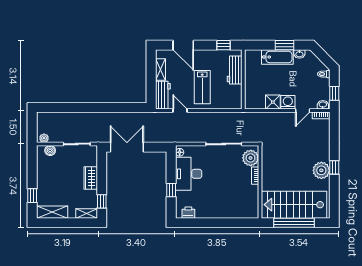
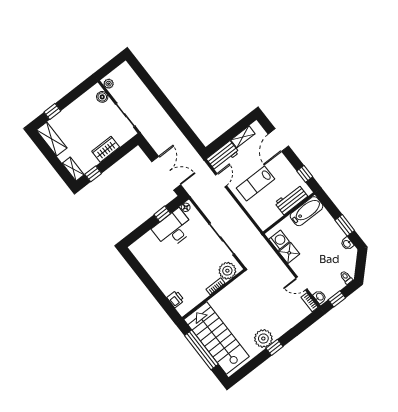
bathtub: (277, 57) -> (306, 211), moved, turned -90
washing machine: (288, 102) -> (279, 240), moved
double door: (127, 147) -> (166, 173), moved
window: (171, 190) -> (162, 214), moved
printer: (188, 213) -> (176, 299), moved

